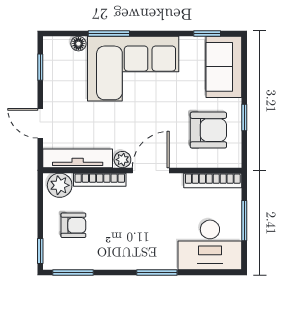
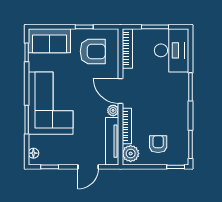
floor lamp: (78, 44) -> (33, 153), moved
armchair: (208, 130) -> (93, 51), turned 90

